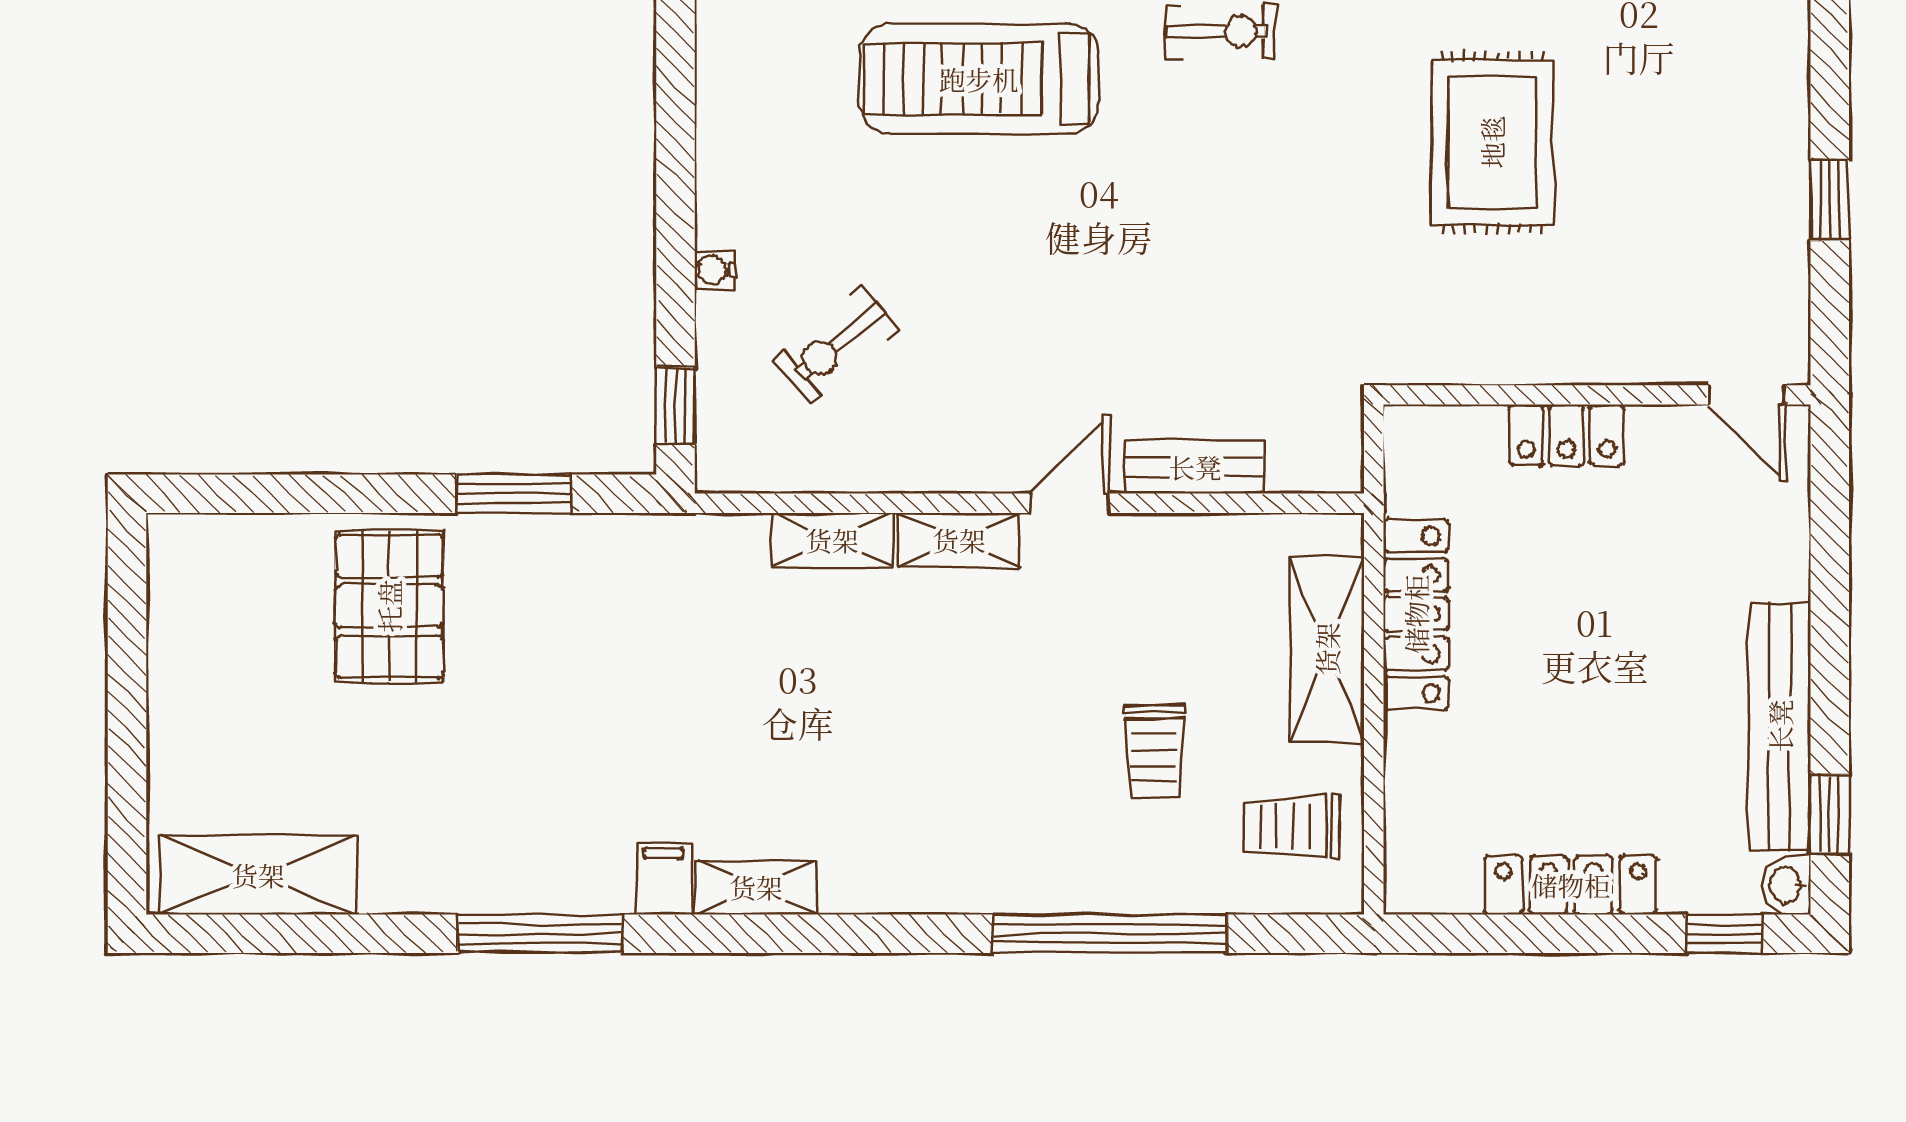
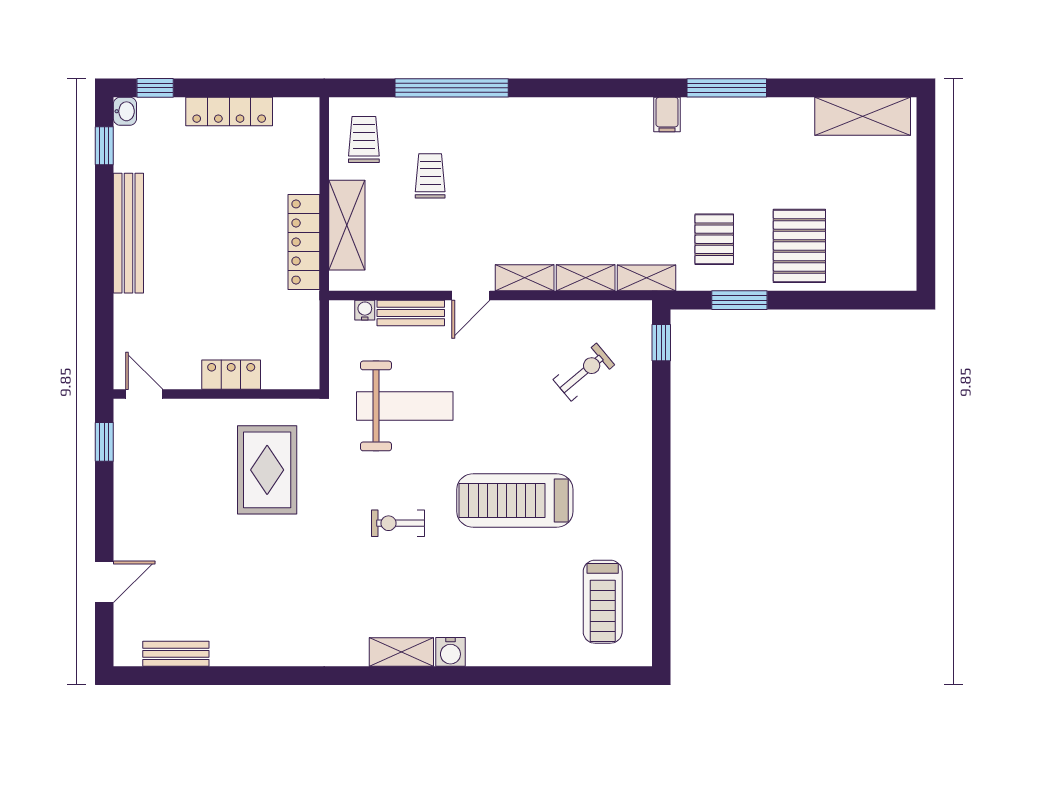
treadmill: (979, 79) -> (515, 501), turned 180
water cooler: (715, 270) -> (365, 310), moved, turned -90
weight bench: (1207, 275) -> (405, 406), added
wall: (1597, 395) -> (217, 394), moved
door: (1747, 395) -> (144, 394), moved
locker: (1567, 435) -> (231, 375), moved
pallet: (566, 620) -> (714, 239), added
bench: (1780, 726) -> (128, 233), moved
trolley: (1292, 827) -> (364, 140), turned -90
shelving: (756, 887) -> (647, 278), moved

